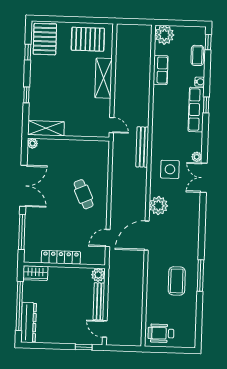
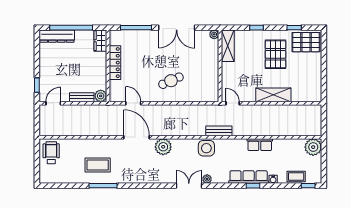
pallet: (88, 39) -> (276, 54), moved
row of seats: (161, 70) -> (260, 145), moved
door: (112, 125) -> (233, 103), swing flipped
bench: (142, 147) -> (219, 131), width x0.73
side table: (170, 169) -> (206, 148), moved
bench: (99, 301) -> (82, 97), width x0.73

